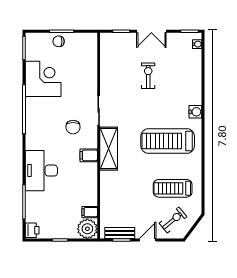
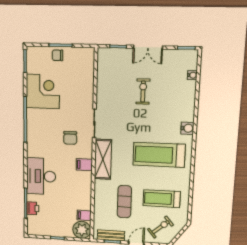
water cooler: (197, 44) -> (192, 75), moved
exercise mat: (133, 194) -> (124, 202), added
printer: (32, 230) -> (33, 208), moved

